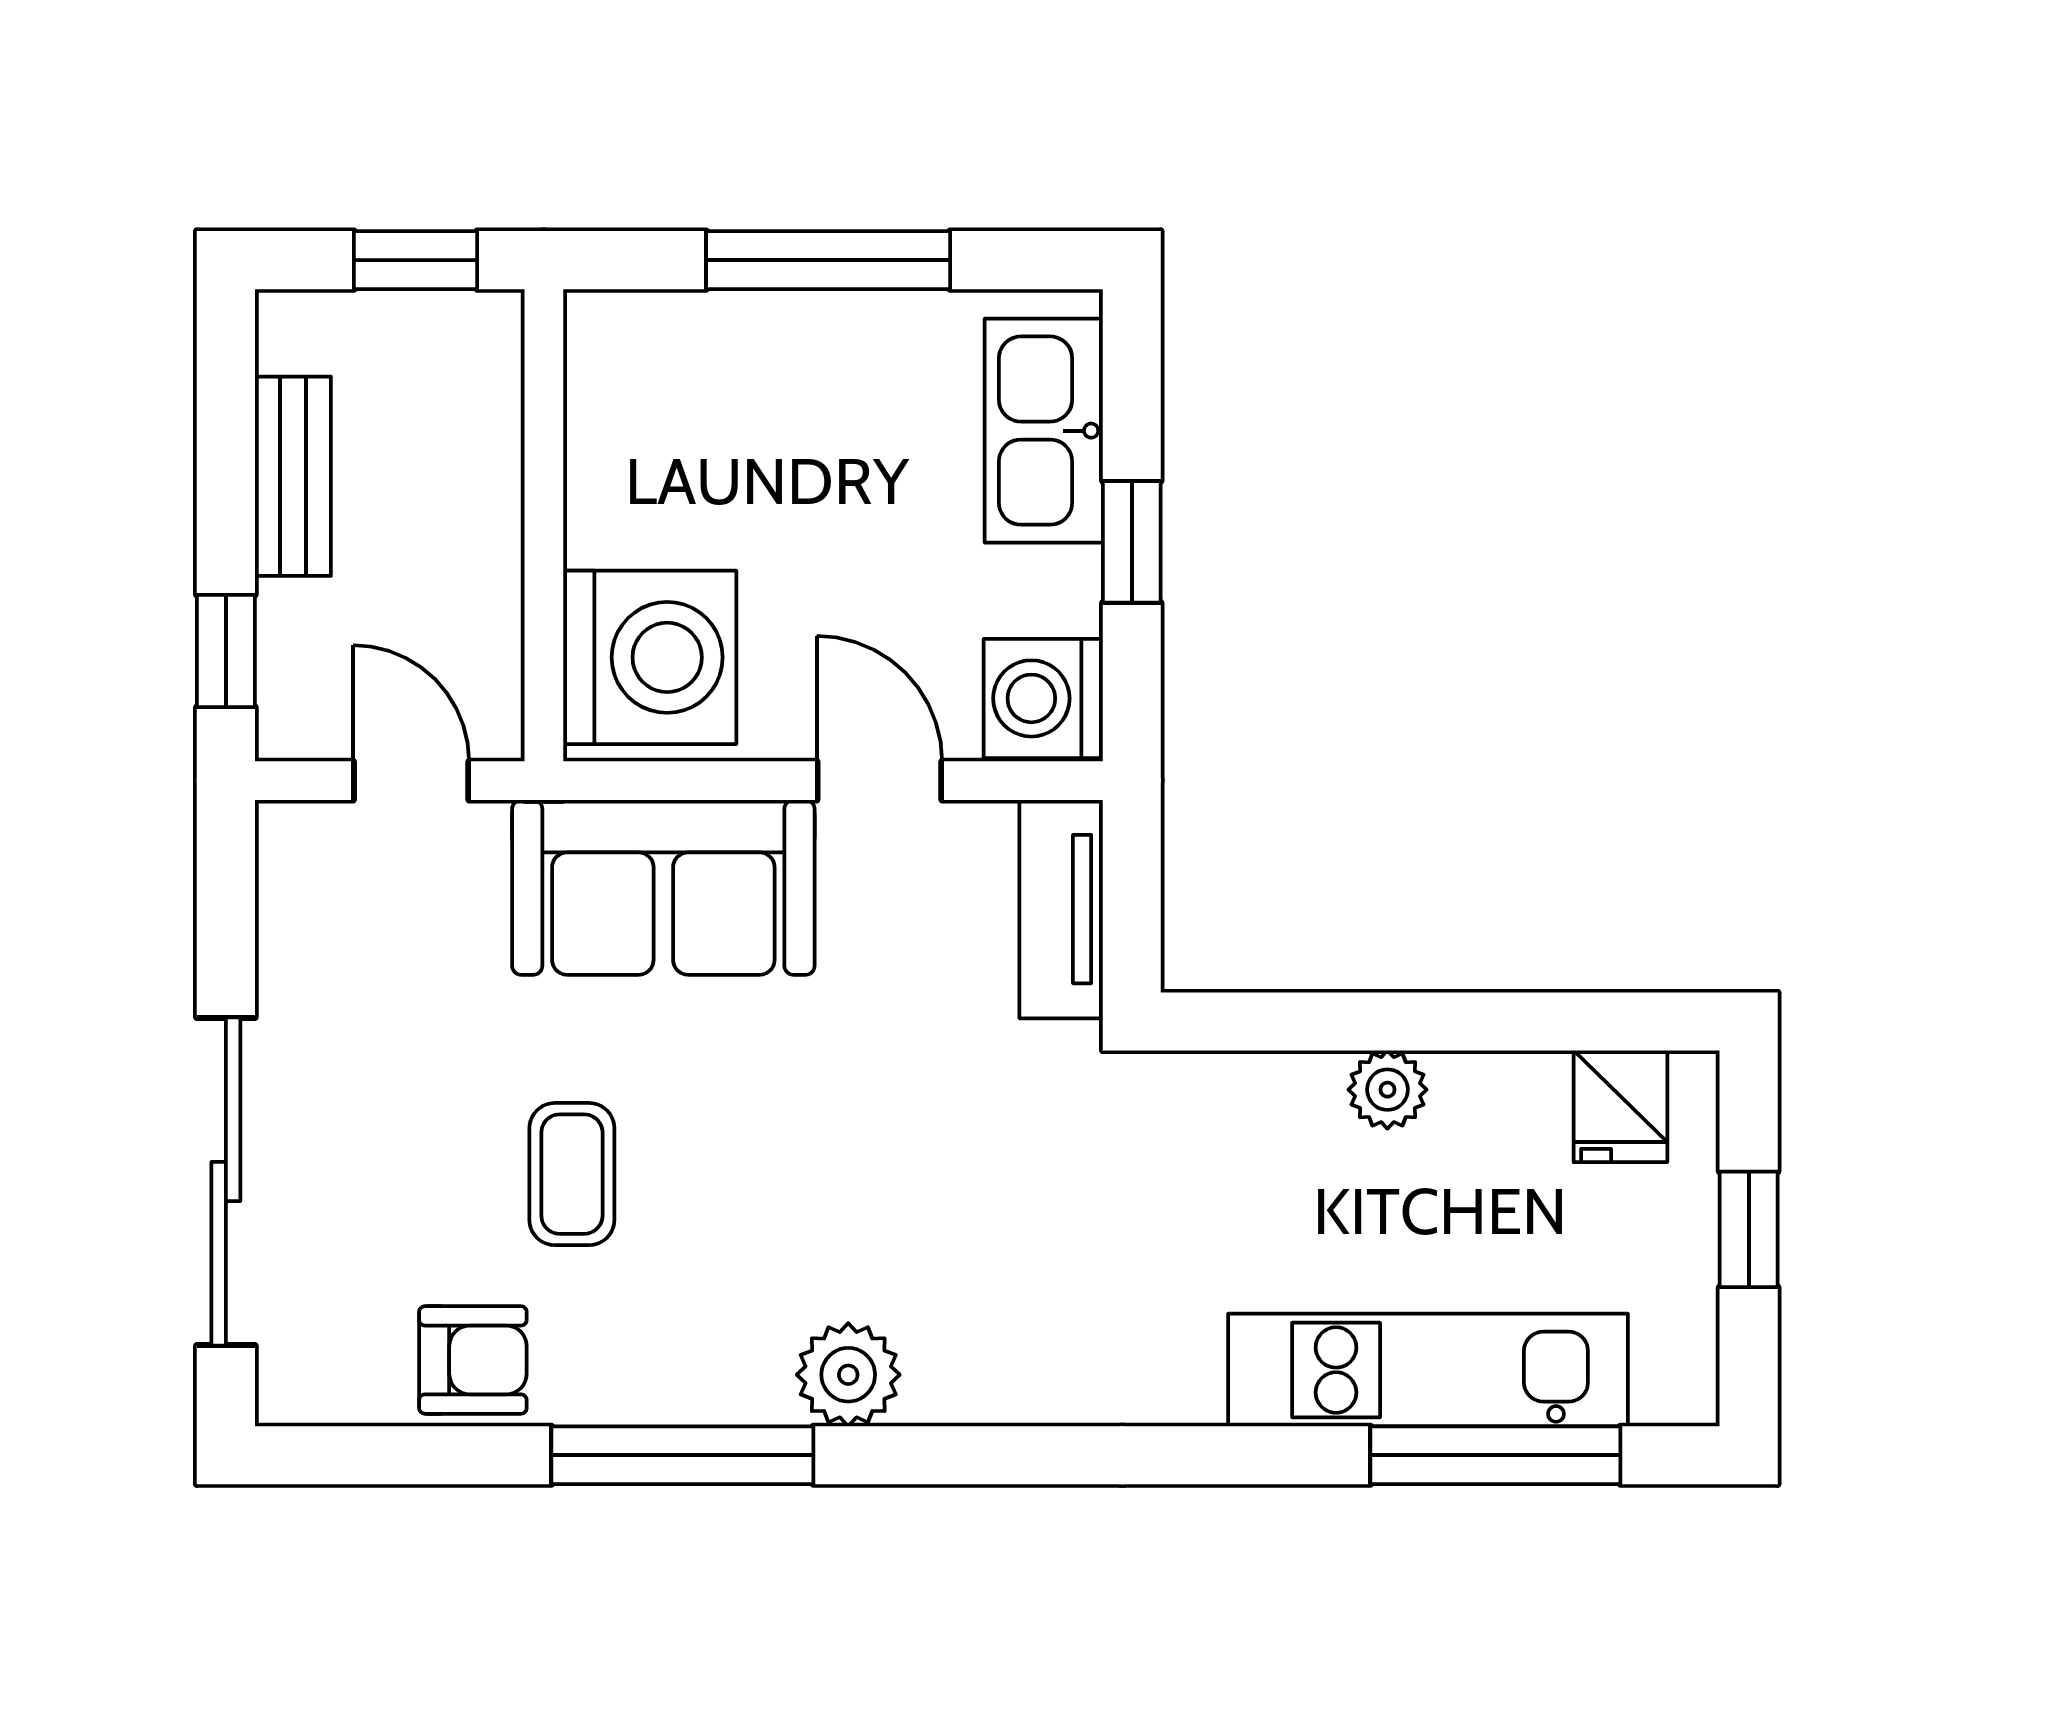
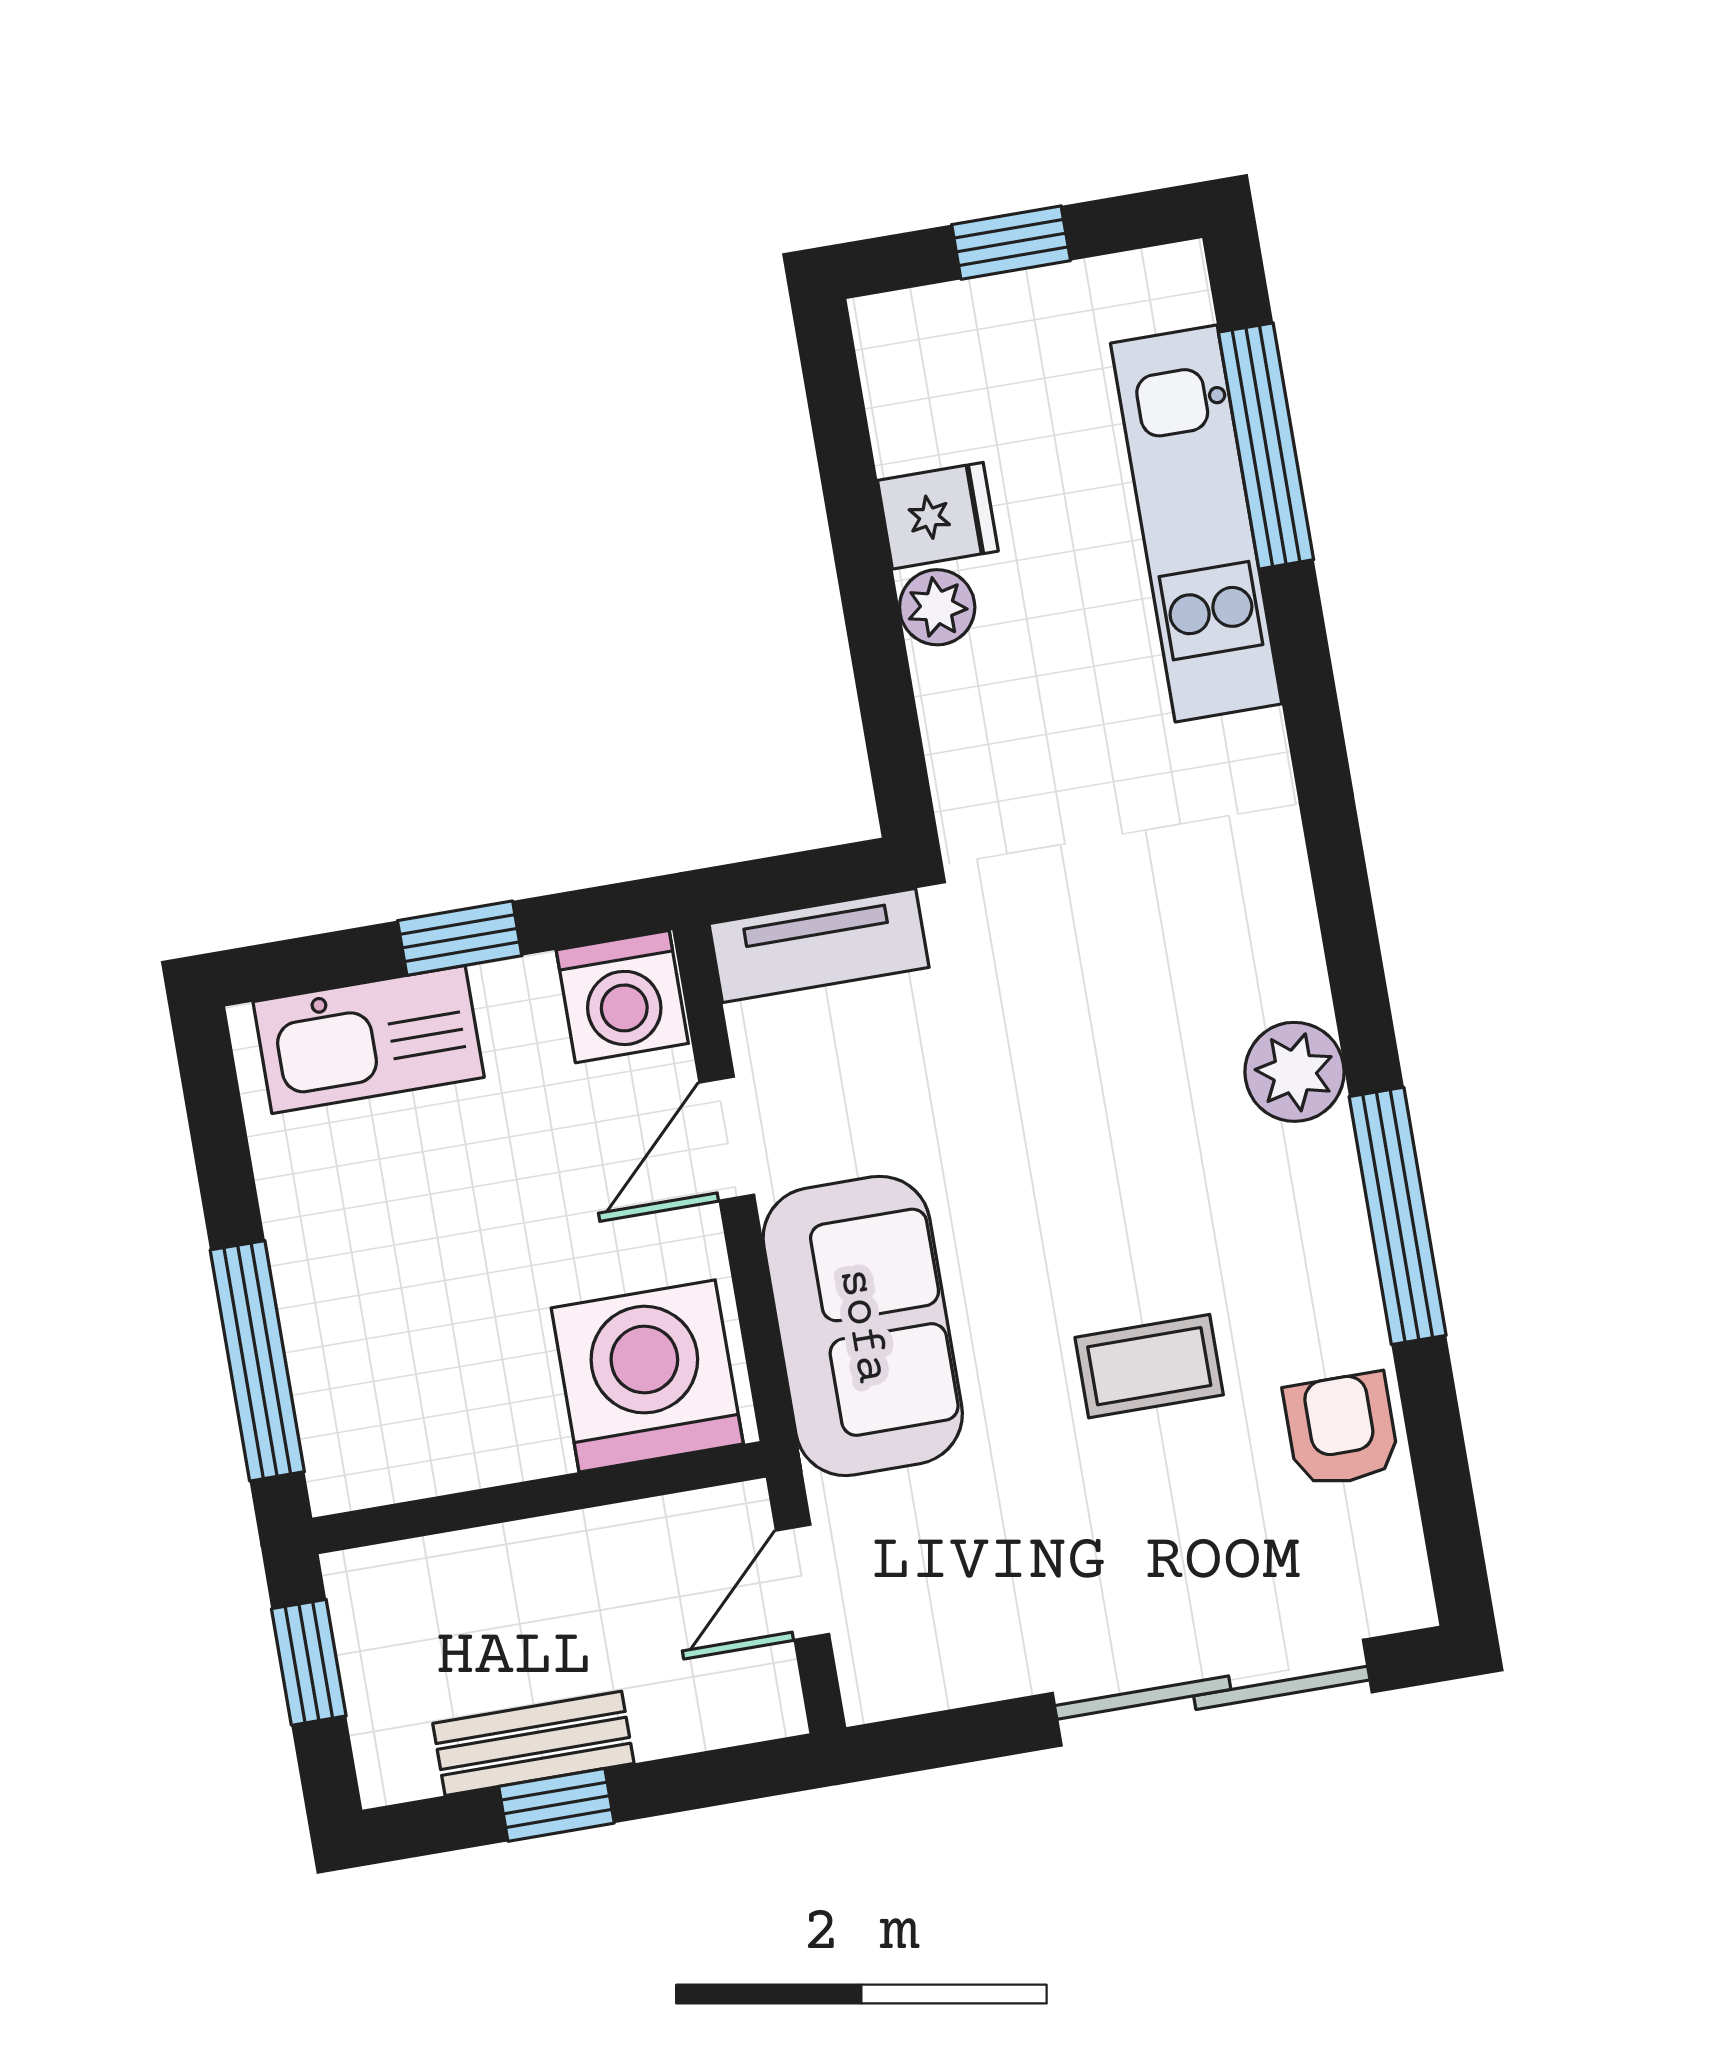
window: (828, 260) -> (257, 1361), moved
window: (226, 651) -> (556, 1805), moved
fridge: (1620, 1106) -> (938, 516), moved

